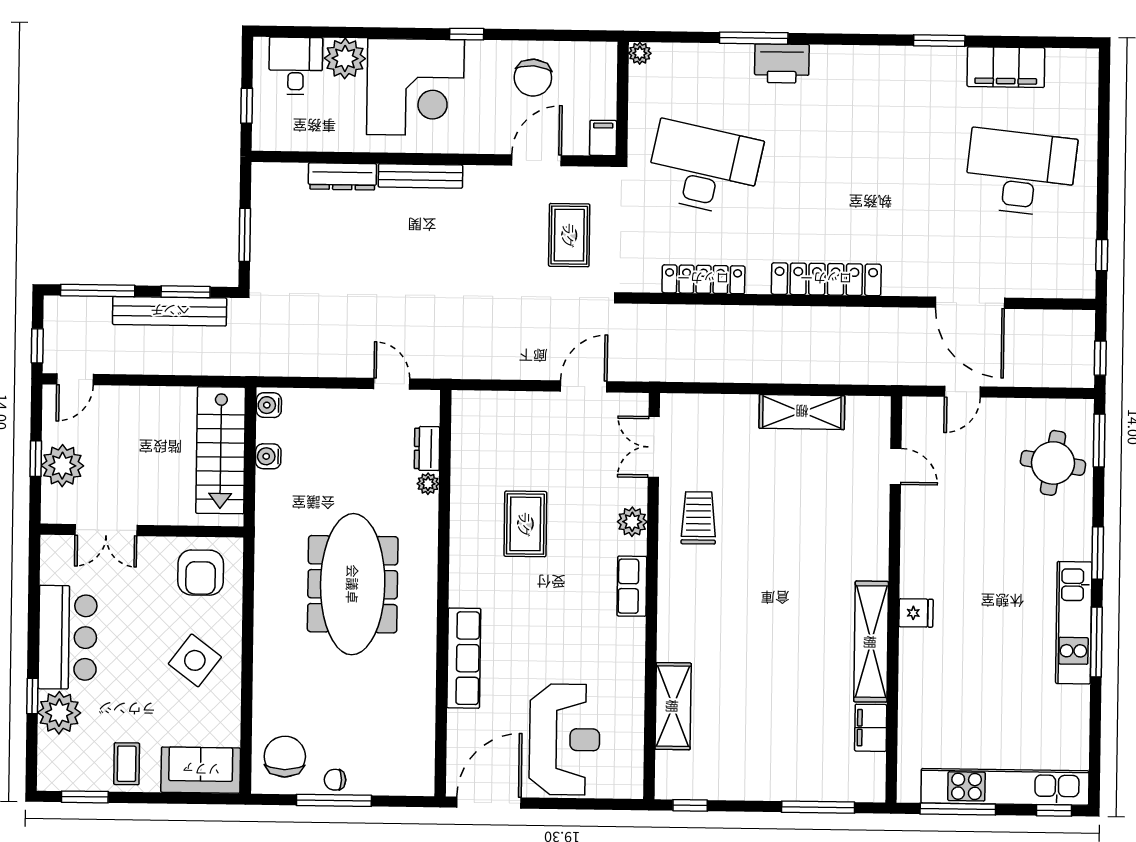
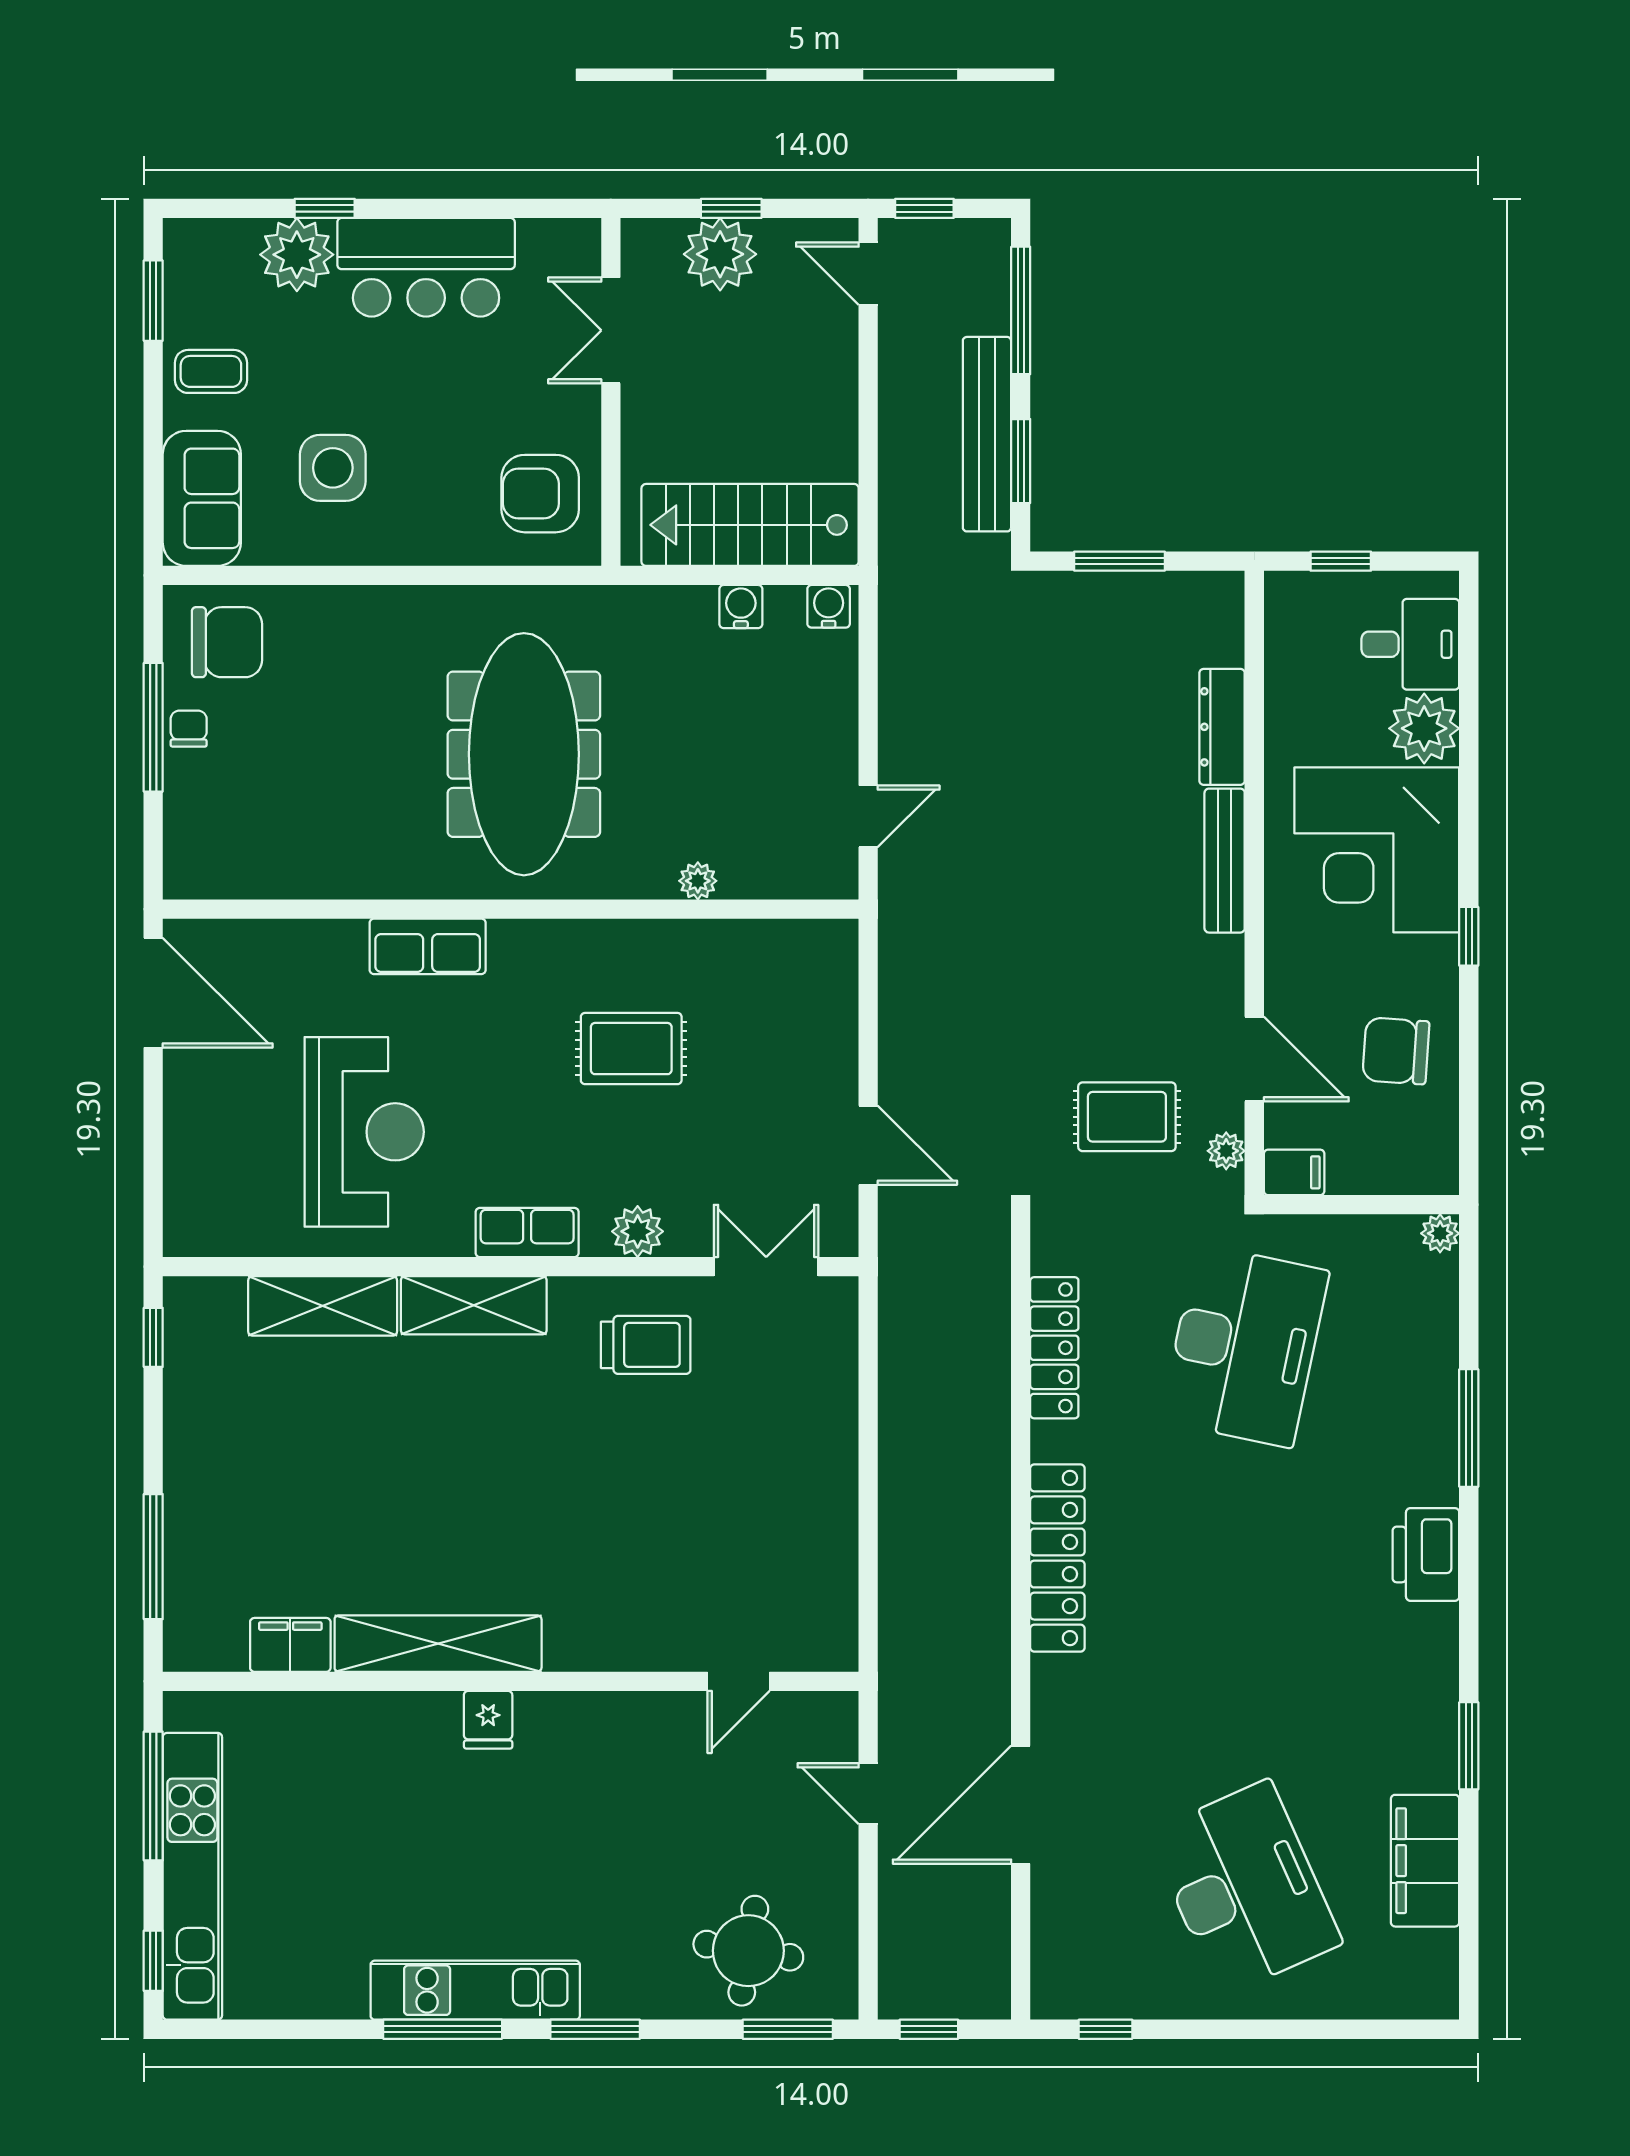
printer: (782, 63) -> (1426, 1554), moved
desk: (1020, 173) -> (1245, 1888), turned -30
plant: (590, 177) -> (1226, 1151), added
shelving: (802, 412) -> (474, 1305), moved, turned 90
dresser: (427, 449) -> (758, 878), removed
meeting table: (353, 584) -> (524, 754), turned 90
row of seats: (464, 658) -> (428, 946), width x0.68
side table: (195, 660) -> (333, 468), moved, turned -37
reception desk: (565, 739) -> (364, 1132), moved, turned -90

